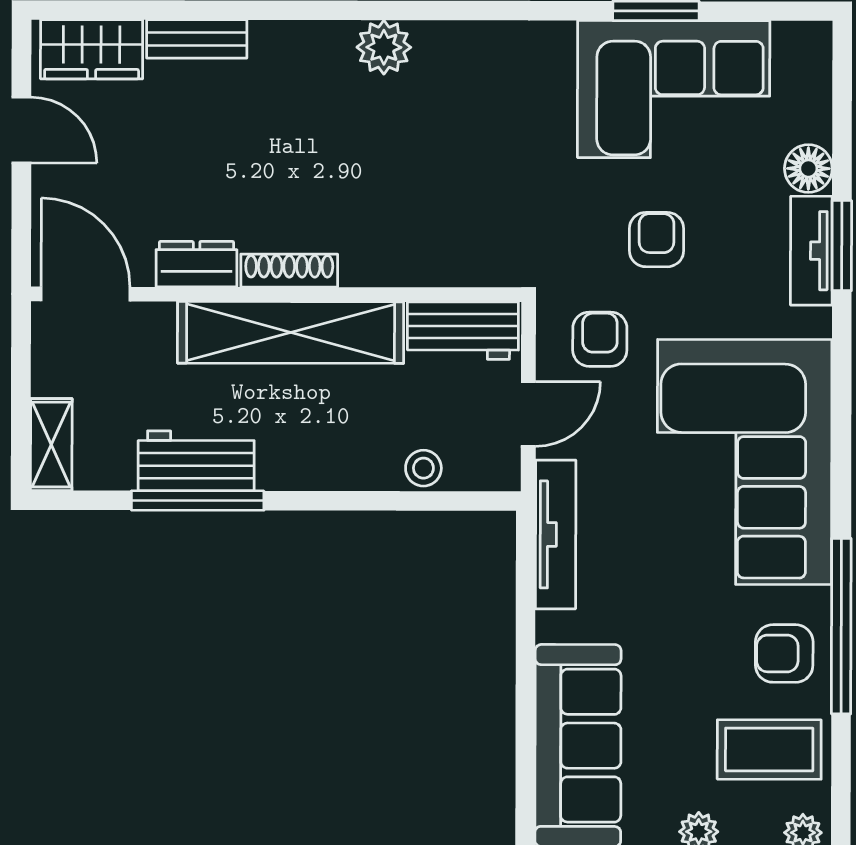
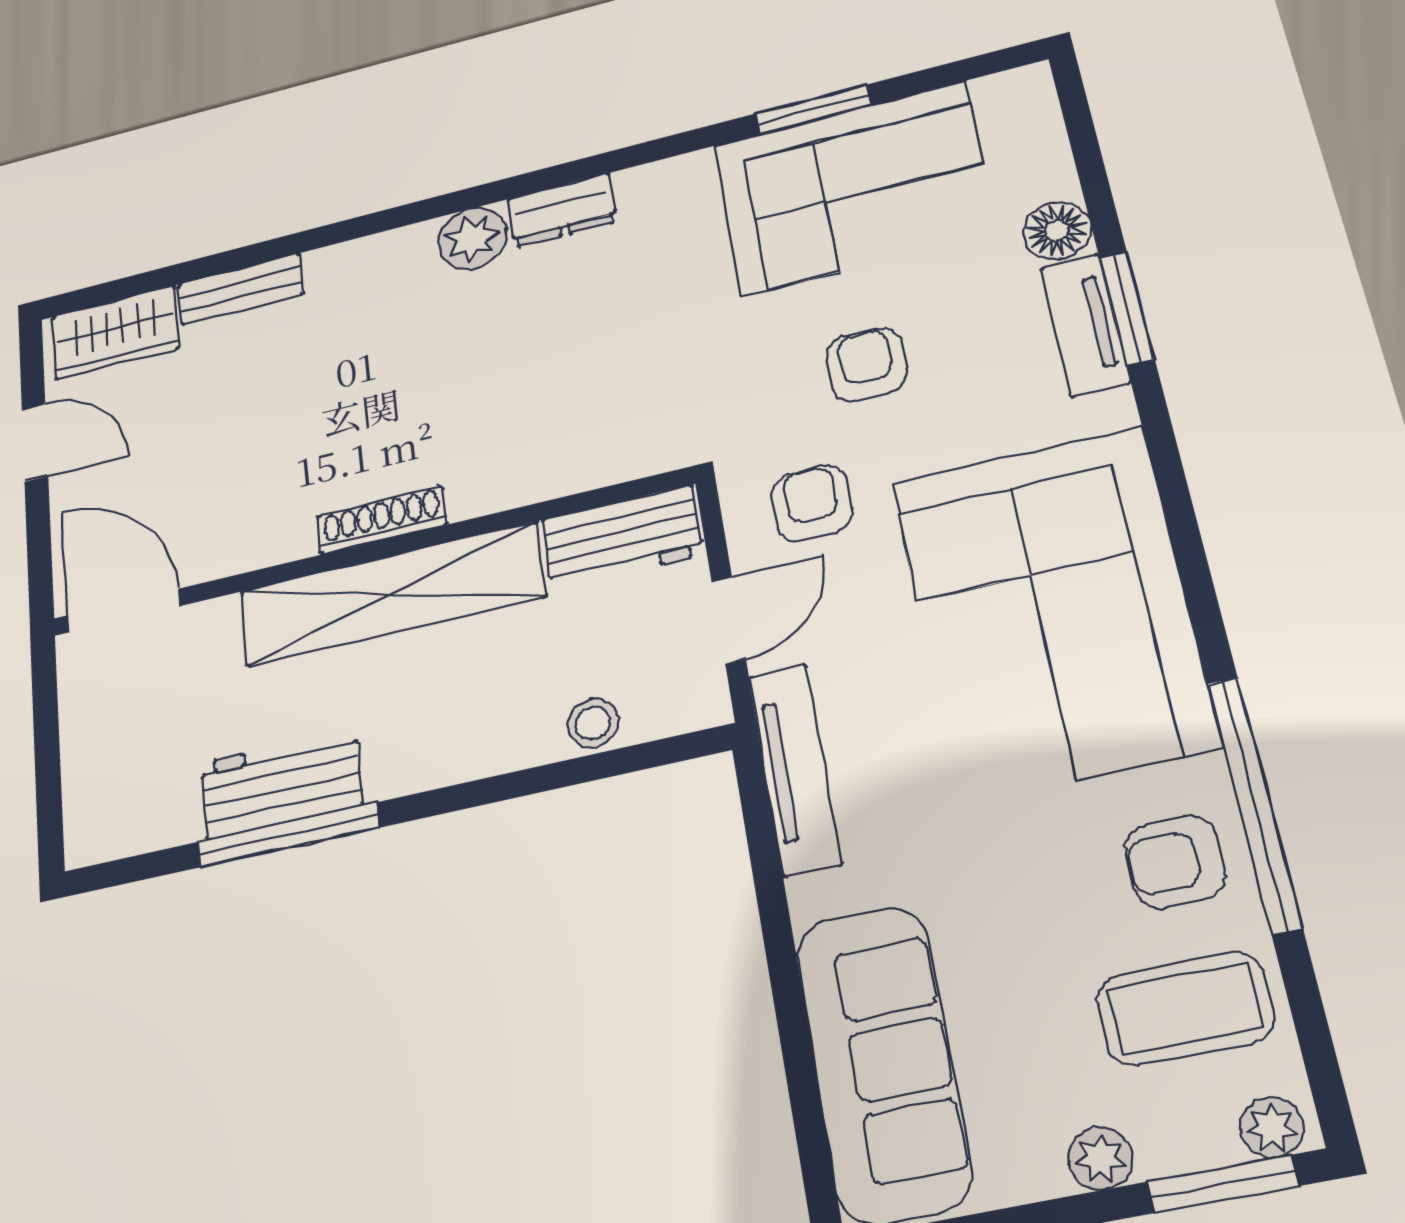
dresser: (197, 264) -> (562, 210), moved, turned 180
shelving: (51, 445) -> (89, 806), removed

